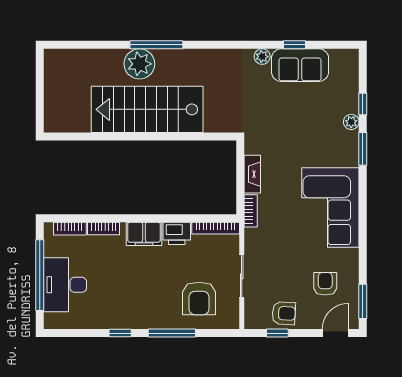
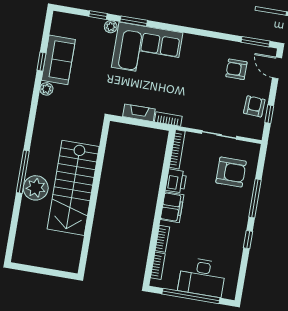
corner sofa: (330, 208) -> (147, 50), moved

